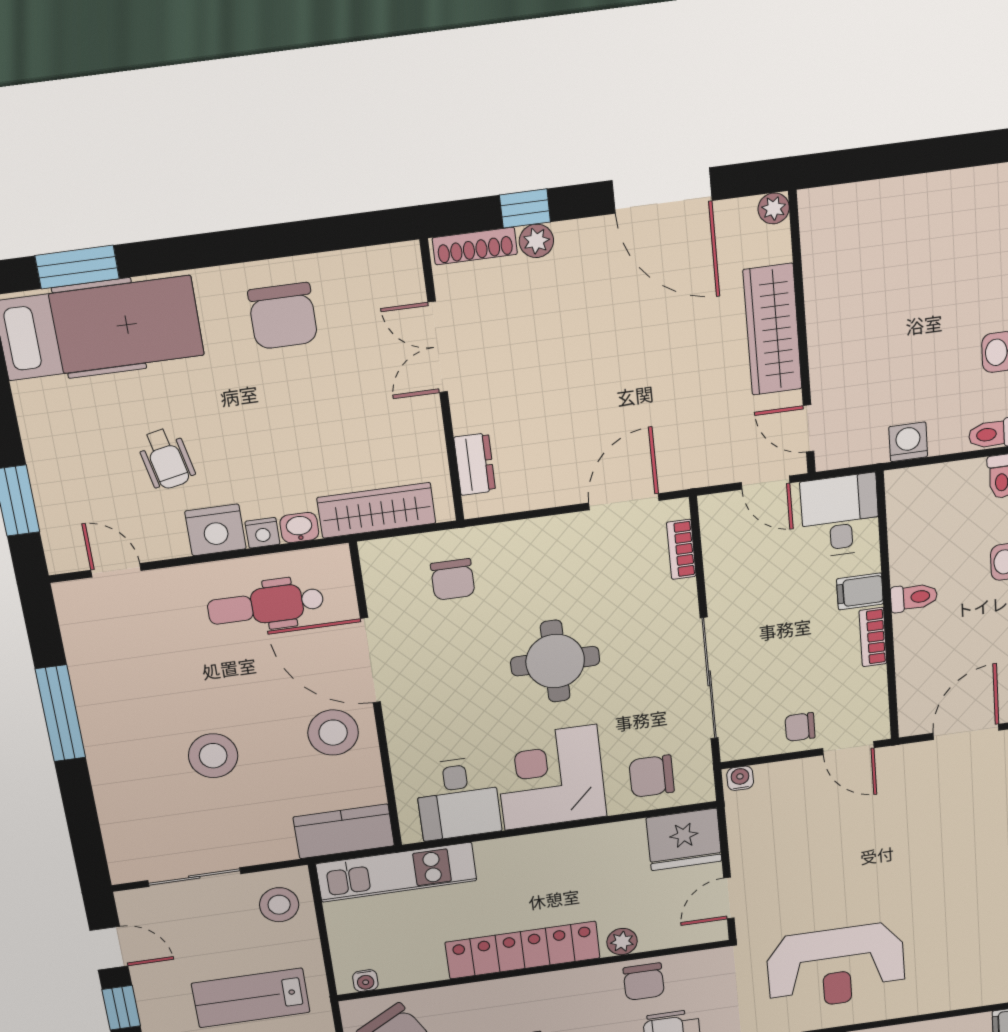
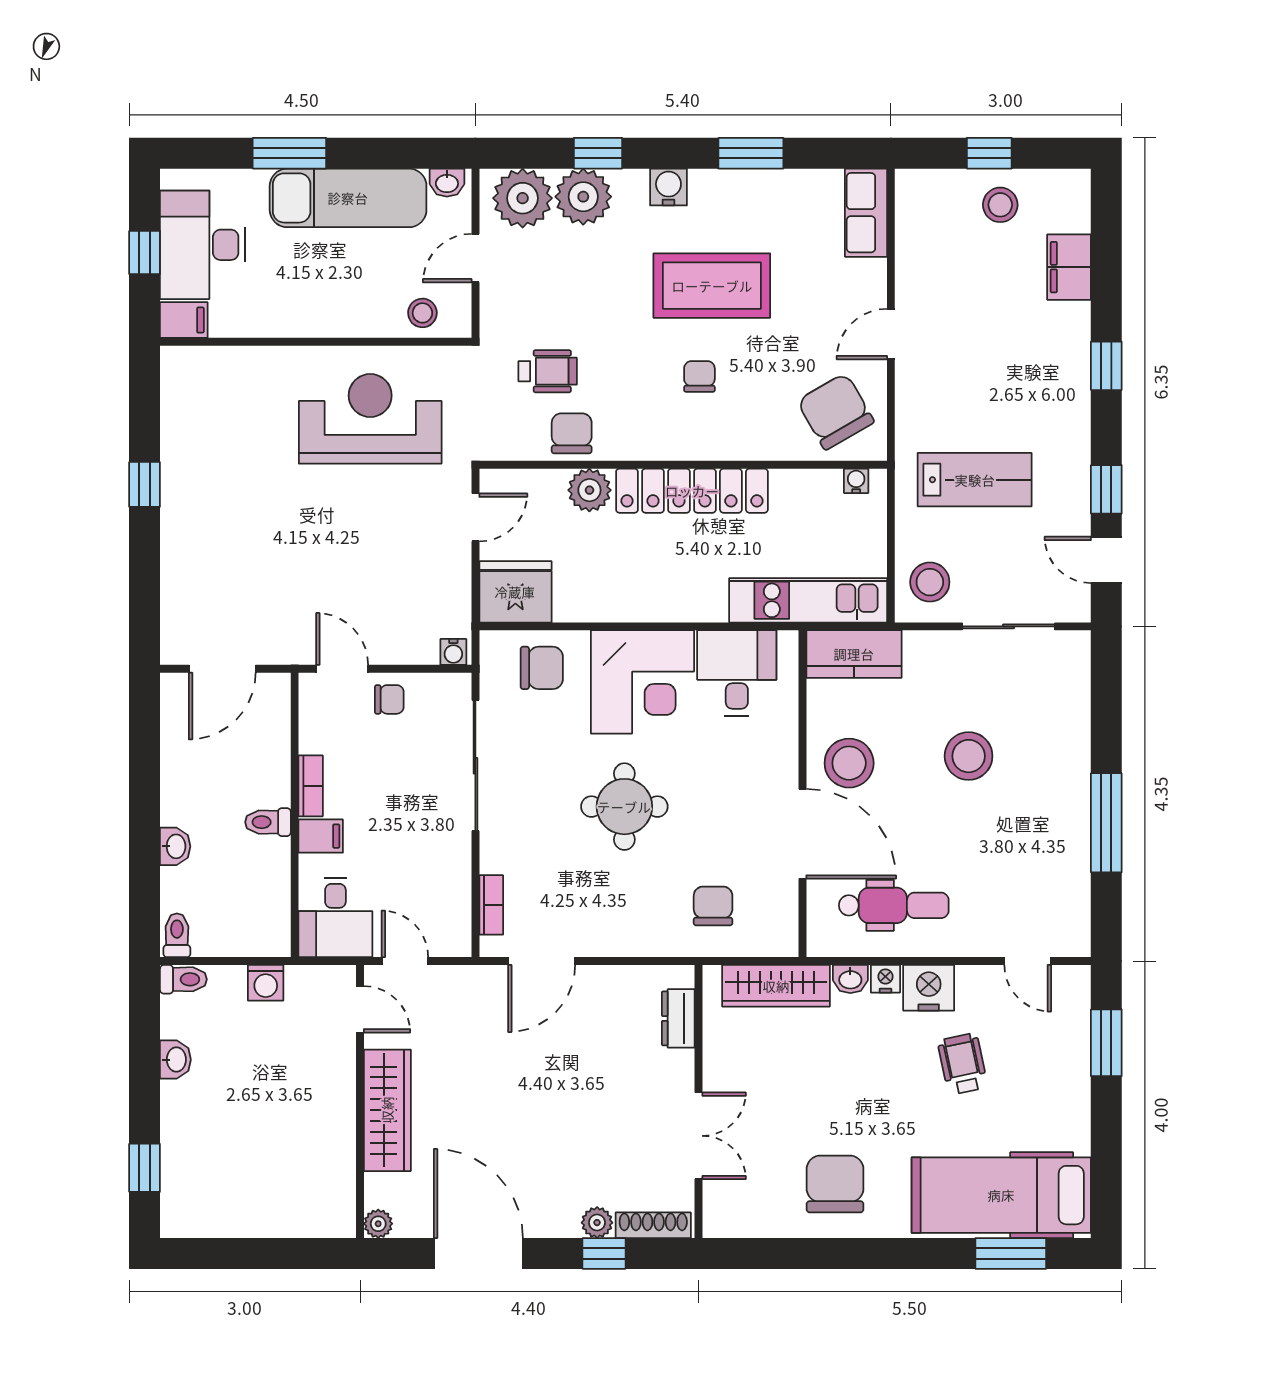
plant: (622, 942) -> (589, 490), width x1.38, depth x1.38

